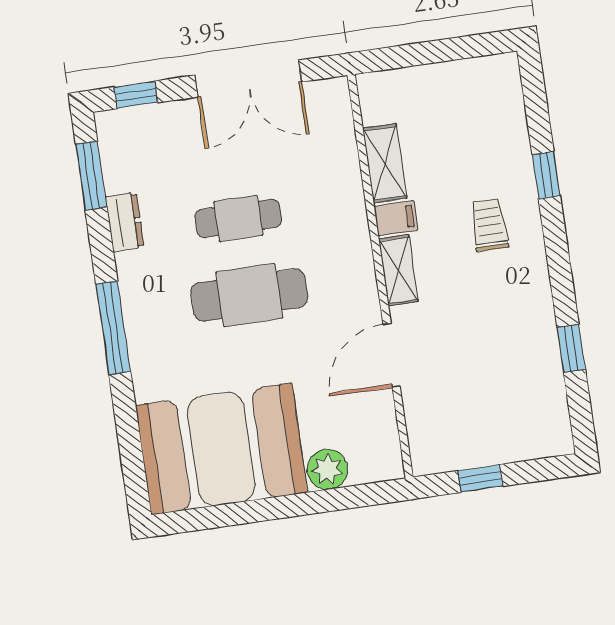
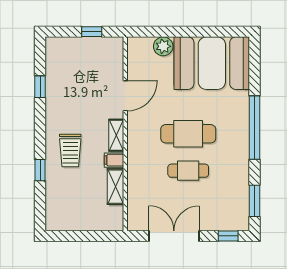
dresser: (125, 222) -> (242, 177), removed
trolley: (489, 225) -> (70, 151), width x1.36, depth x1.39
window: (113, 328) -> (255, 128), width x1.46

